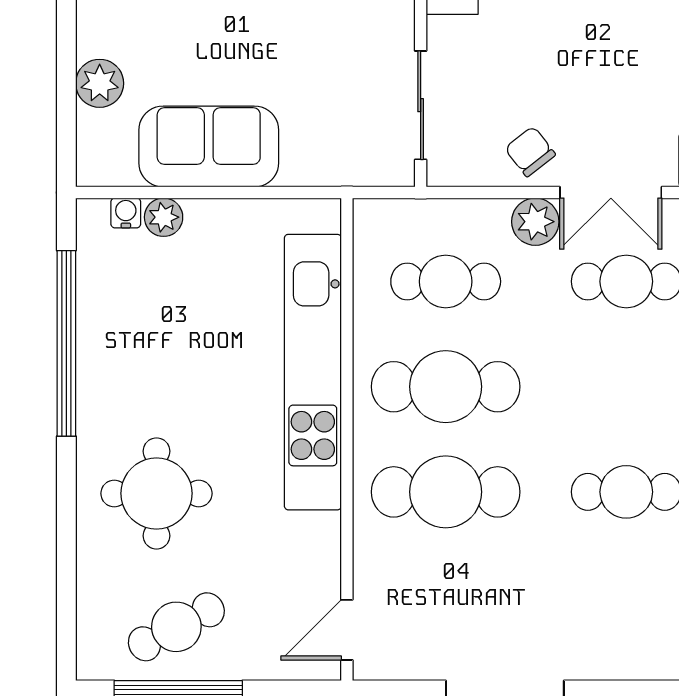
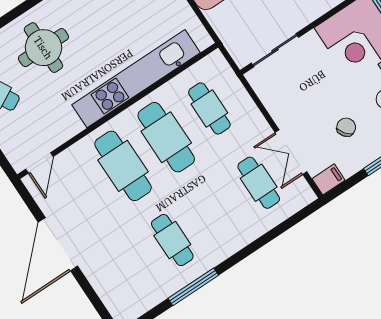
chair: (530, 151) -> (346, 127), moved
plant: (535, 222) -> (258, 129), removed
door: (347, 630) -> (39, 163), swing flipped

